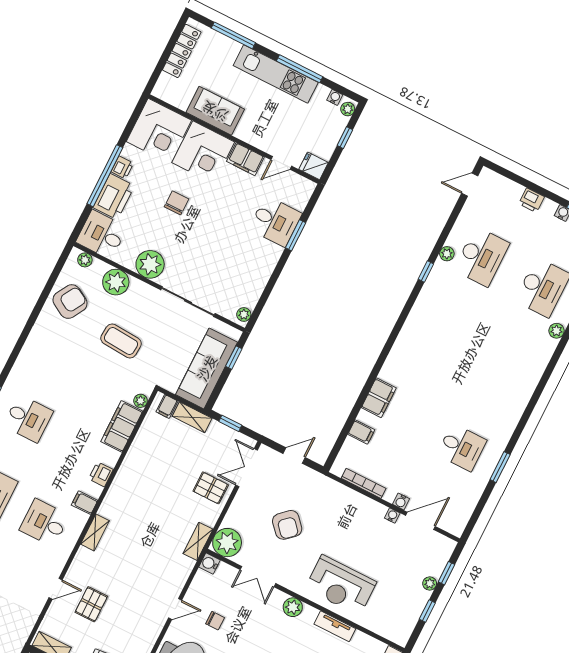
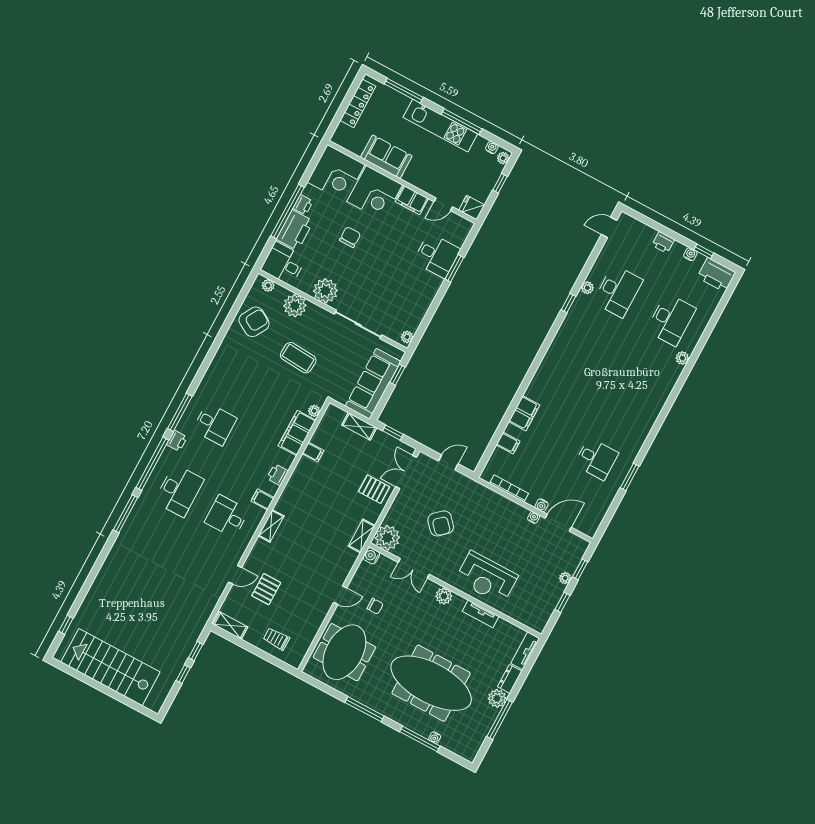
filing cabinet: (167, 406) -> (313, 452), moved, turned -90

